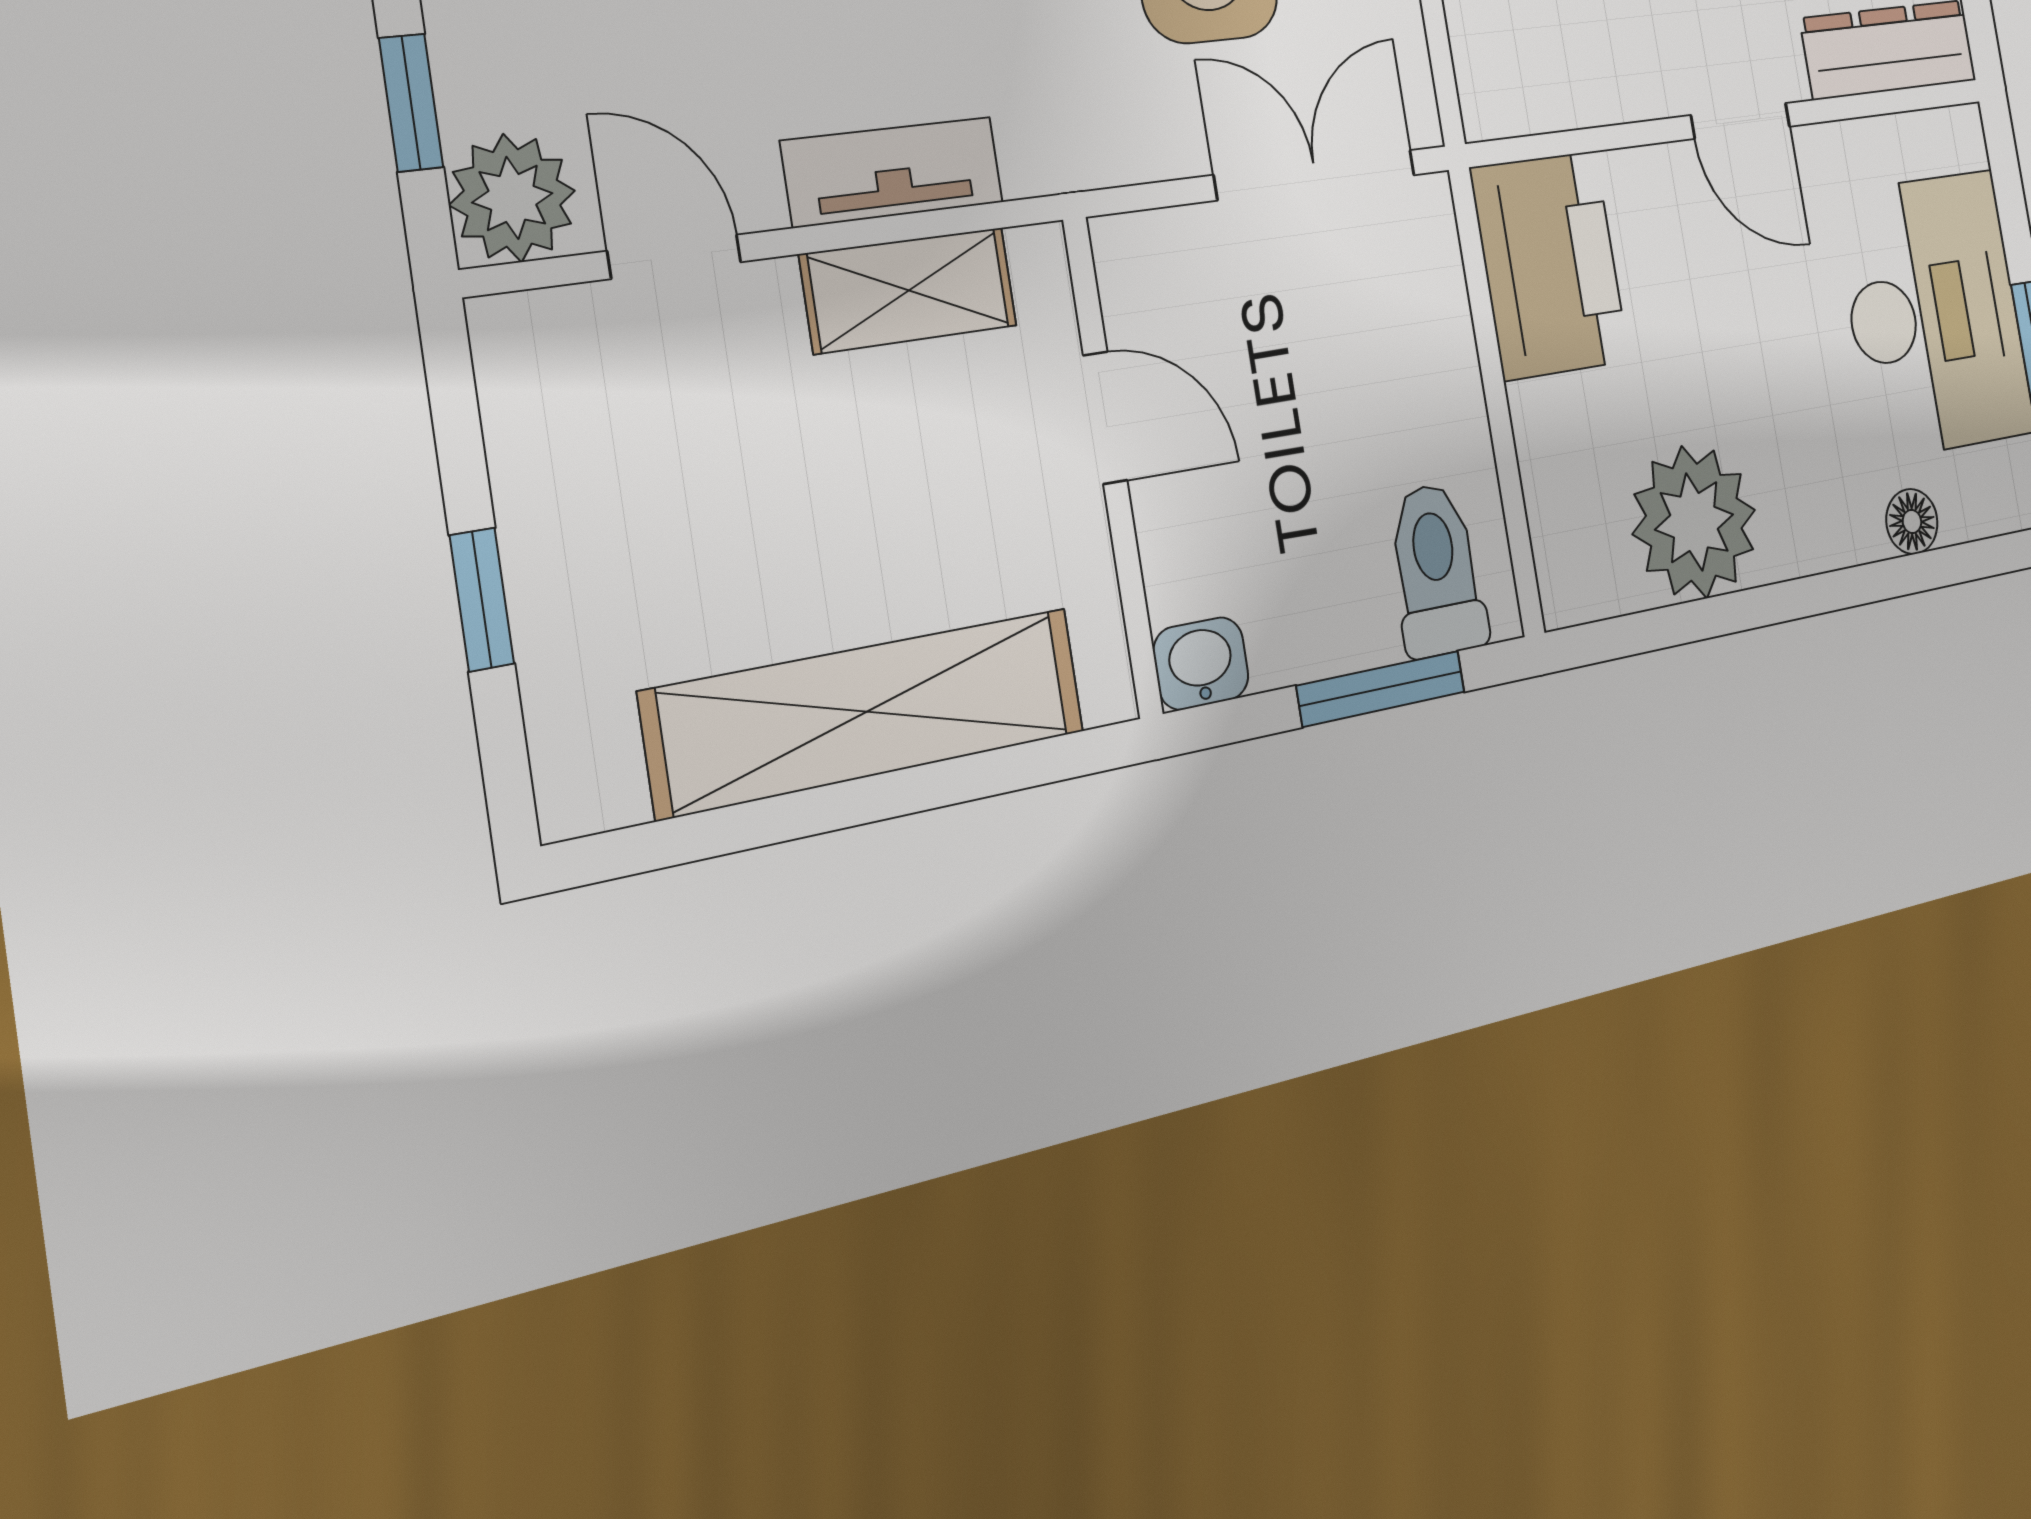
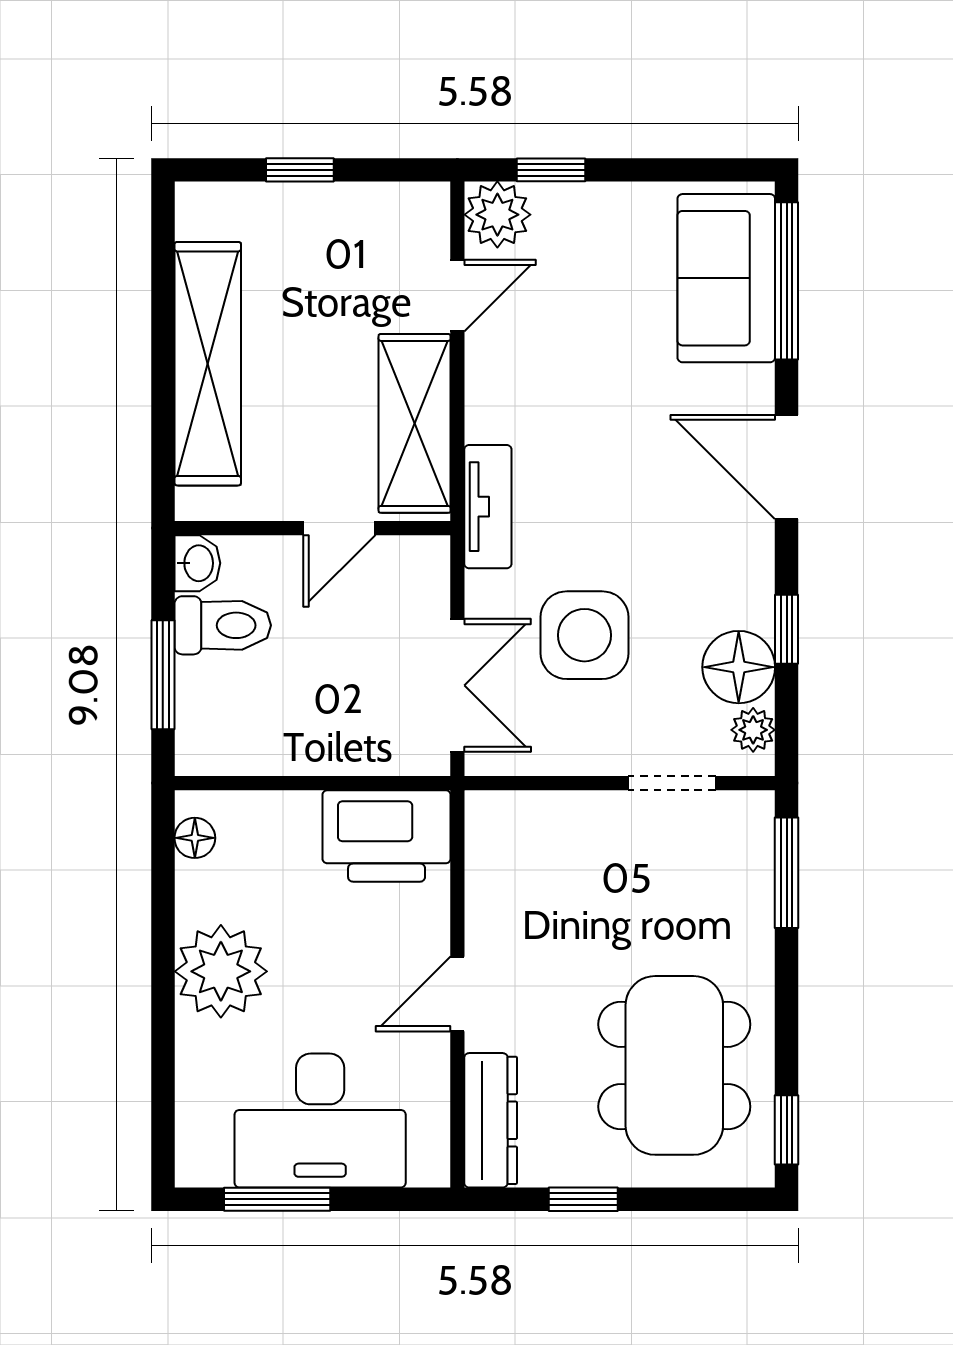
tv unit: (893, 172) -> (488, 507), moved
shelving: (909, 290) -> (415, 423), width x1.50, depth x1.33
floor lamp: (1912, 521) -> (195, 838), moved
plant: (1694, 522) -> (221, 971), moved
toilet: (1437, 570) -> (223, 625), moved

